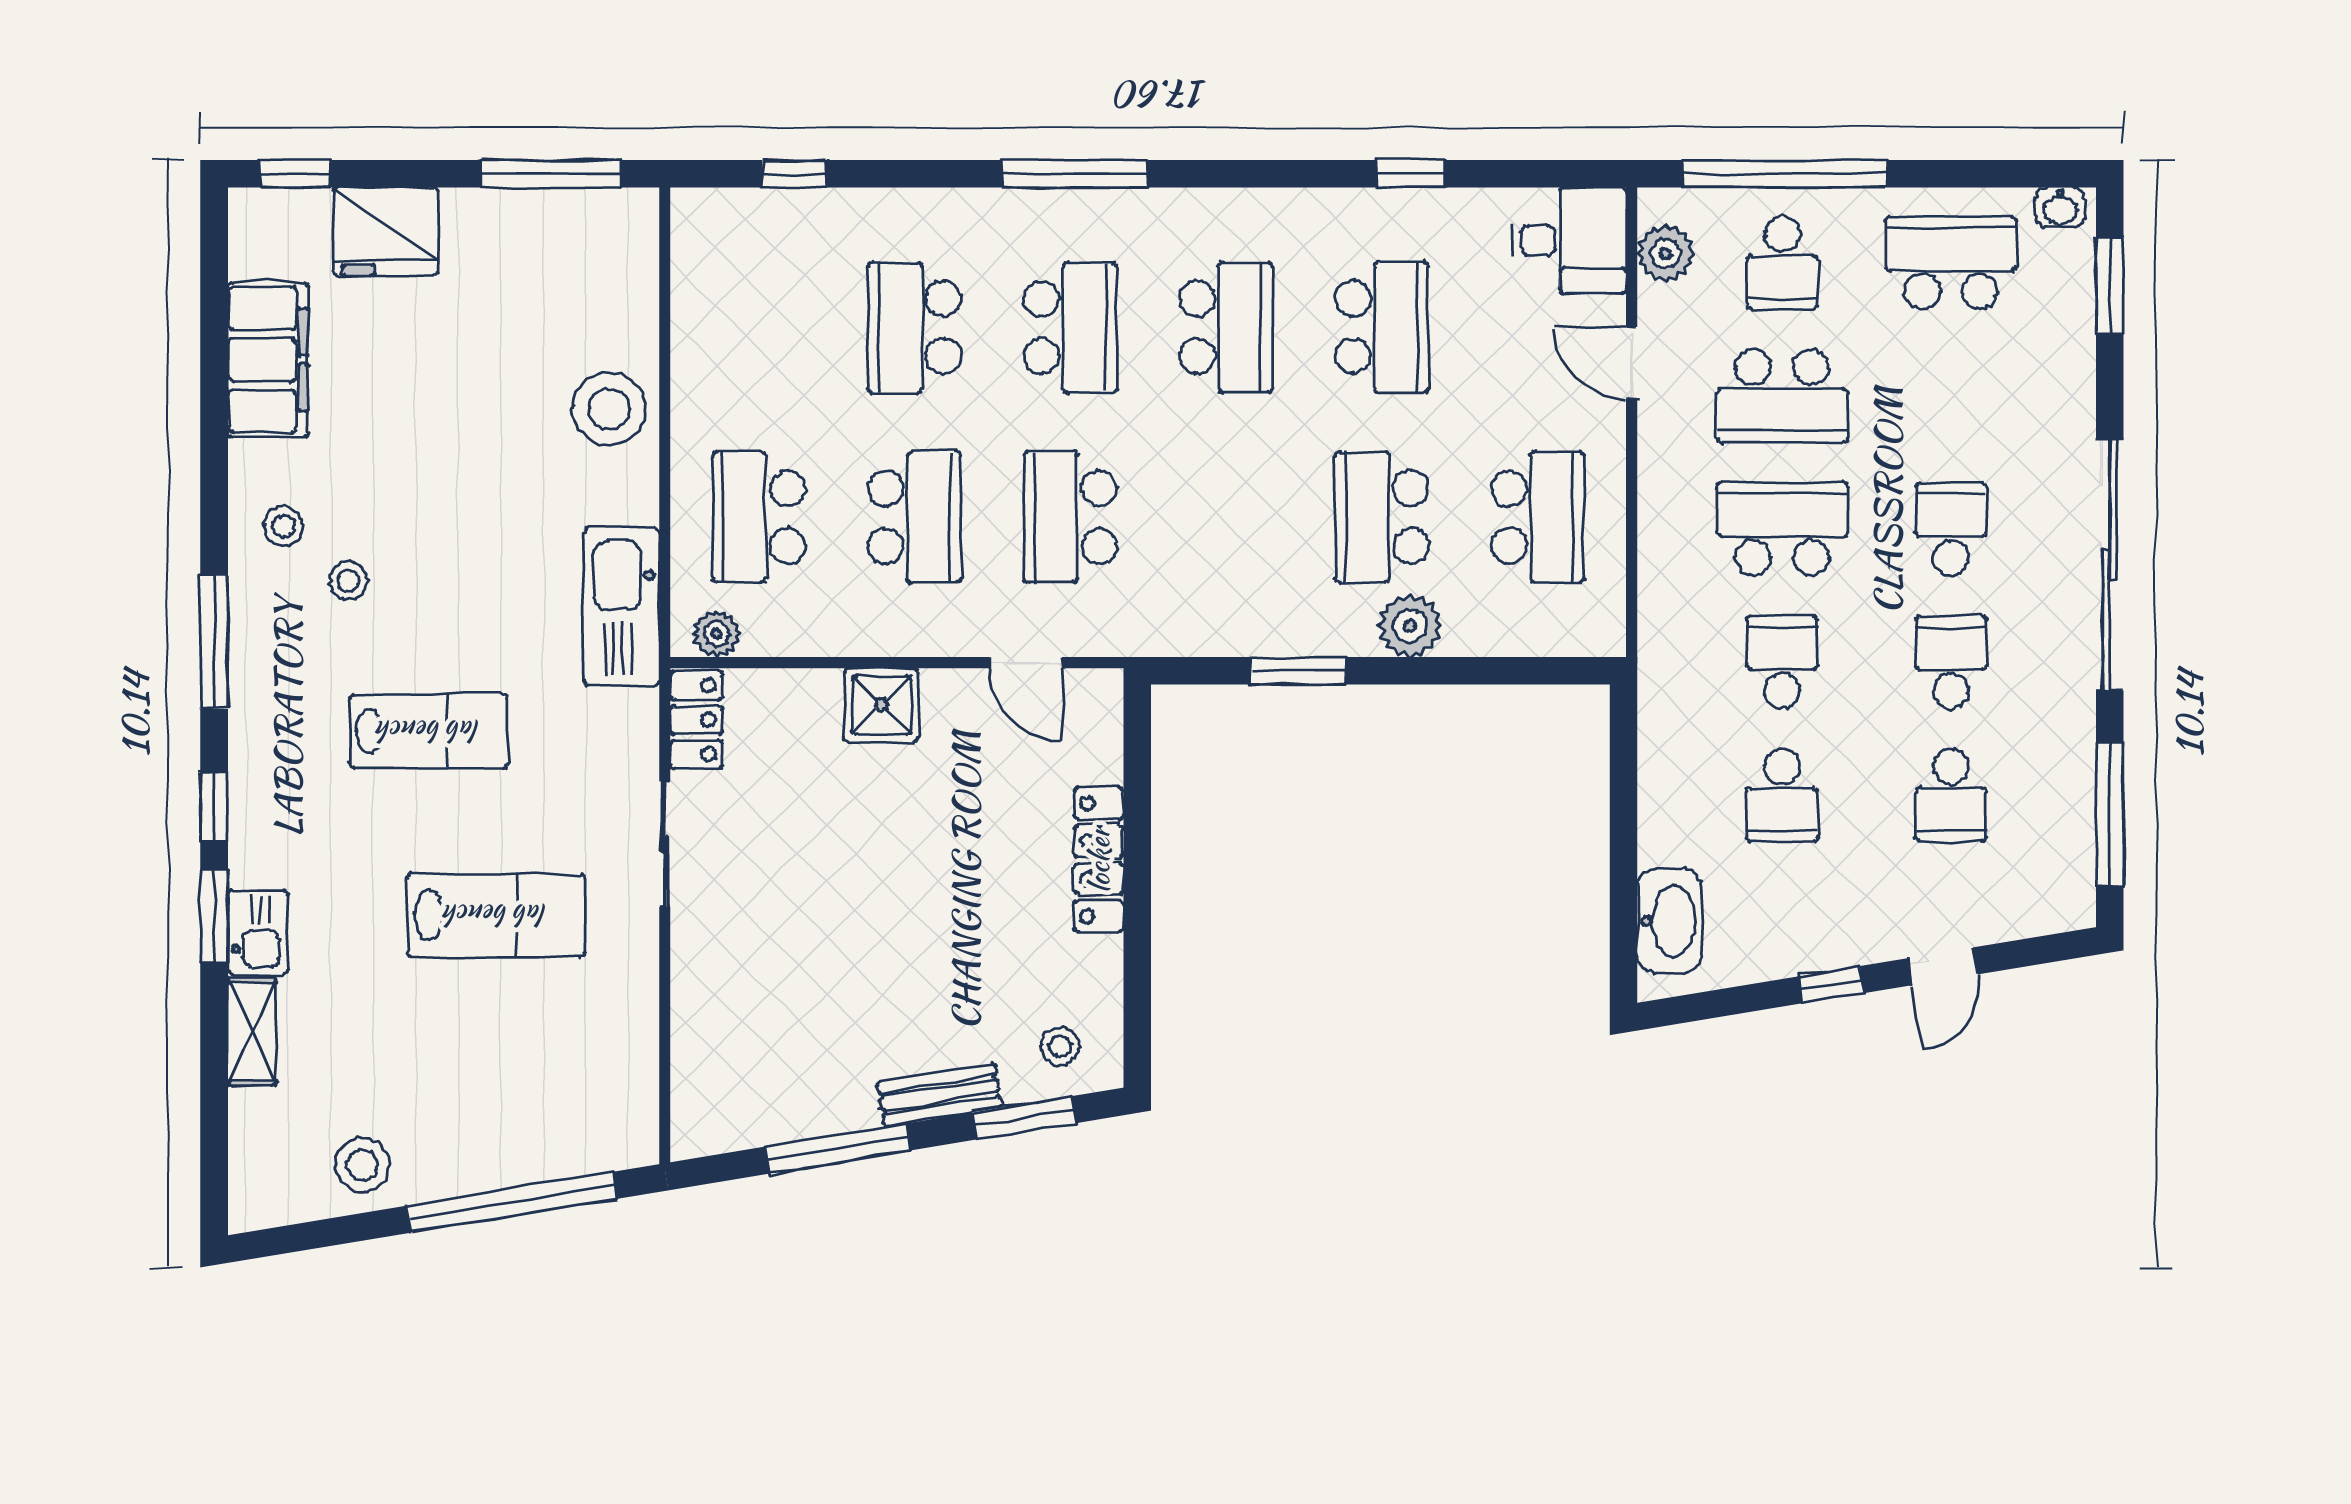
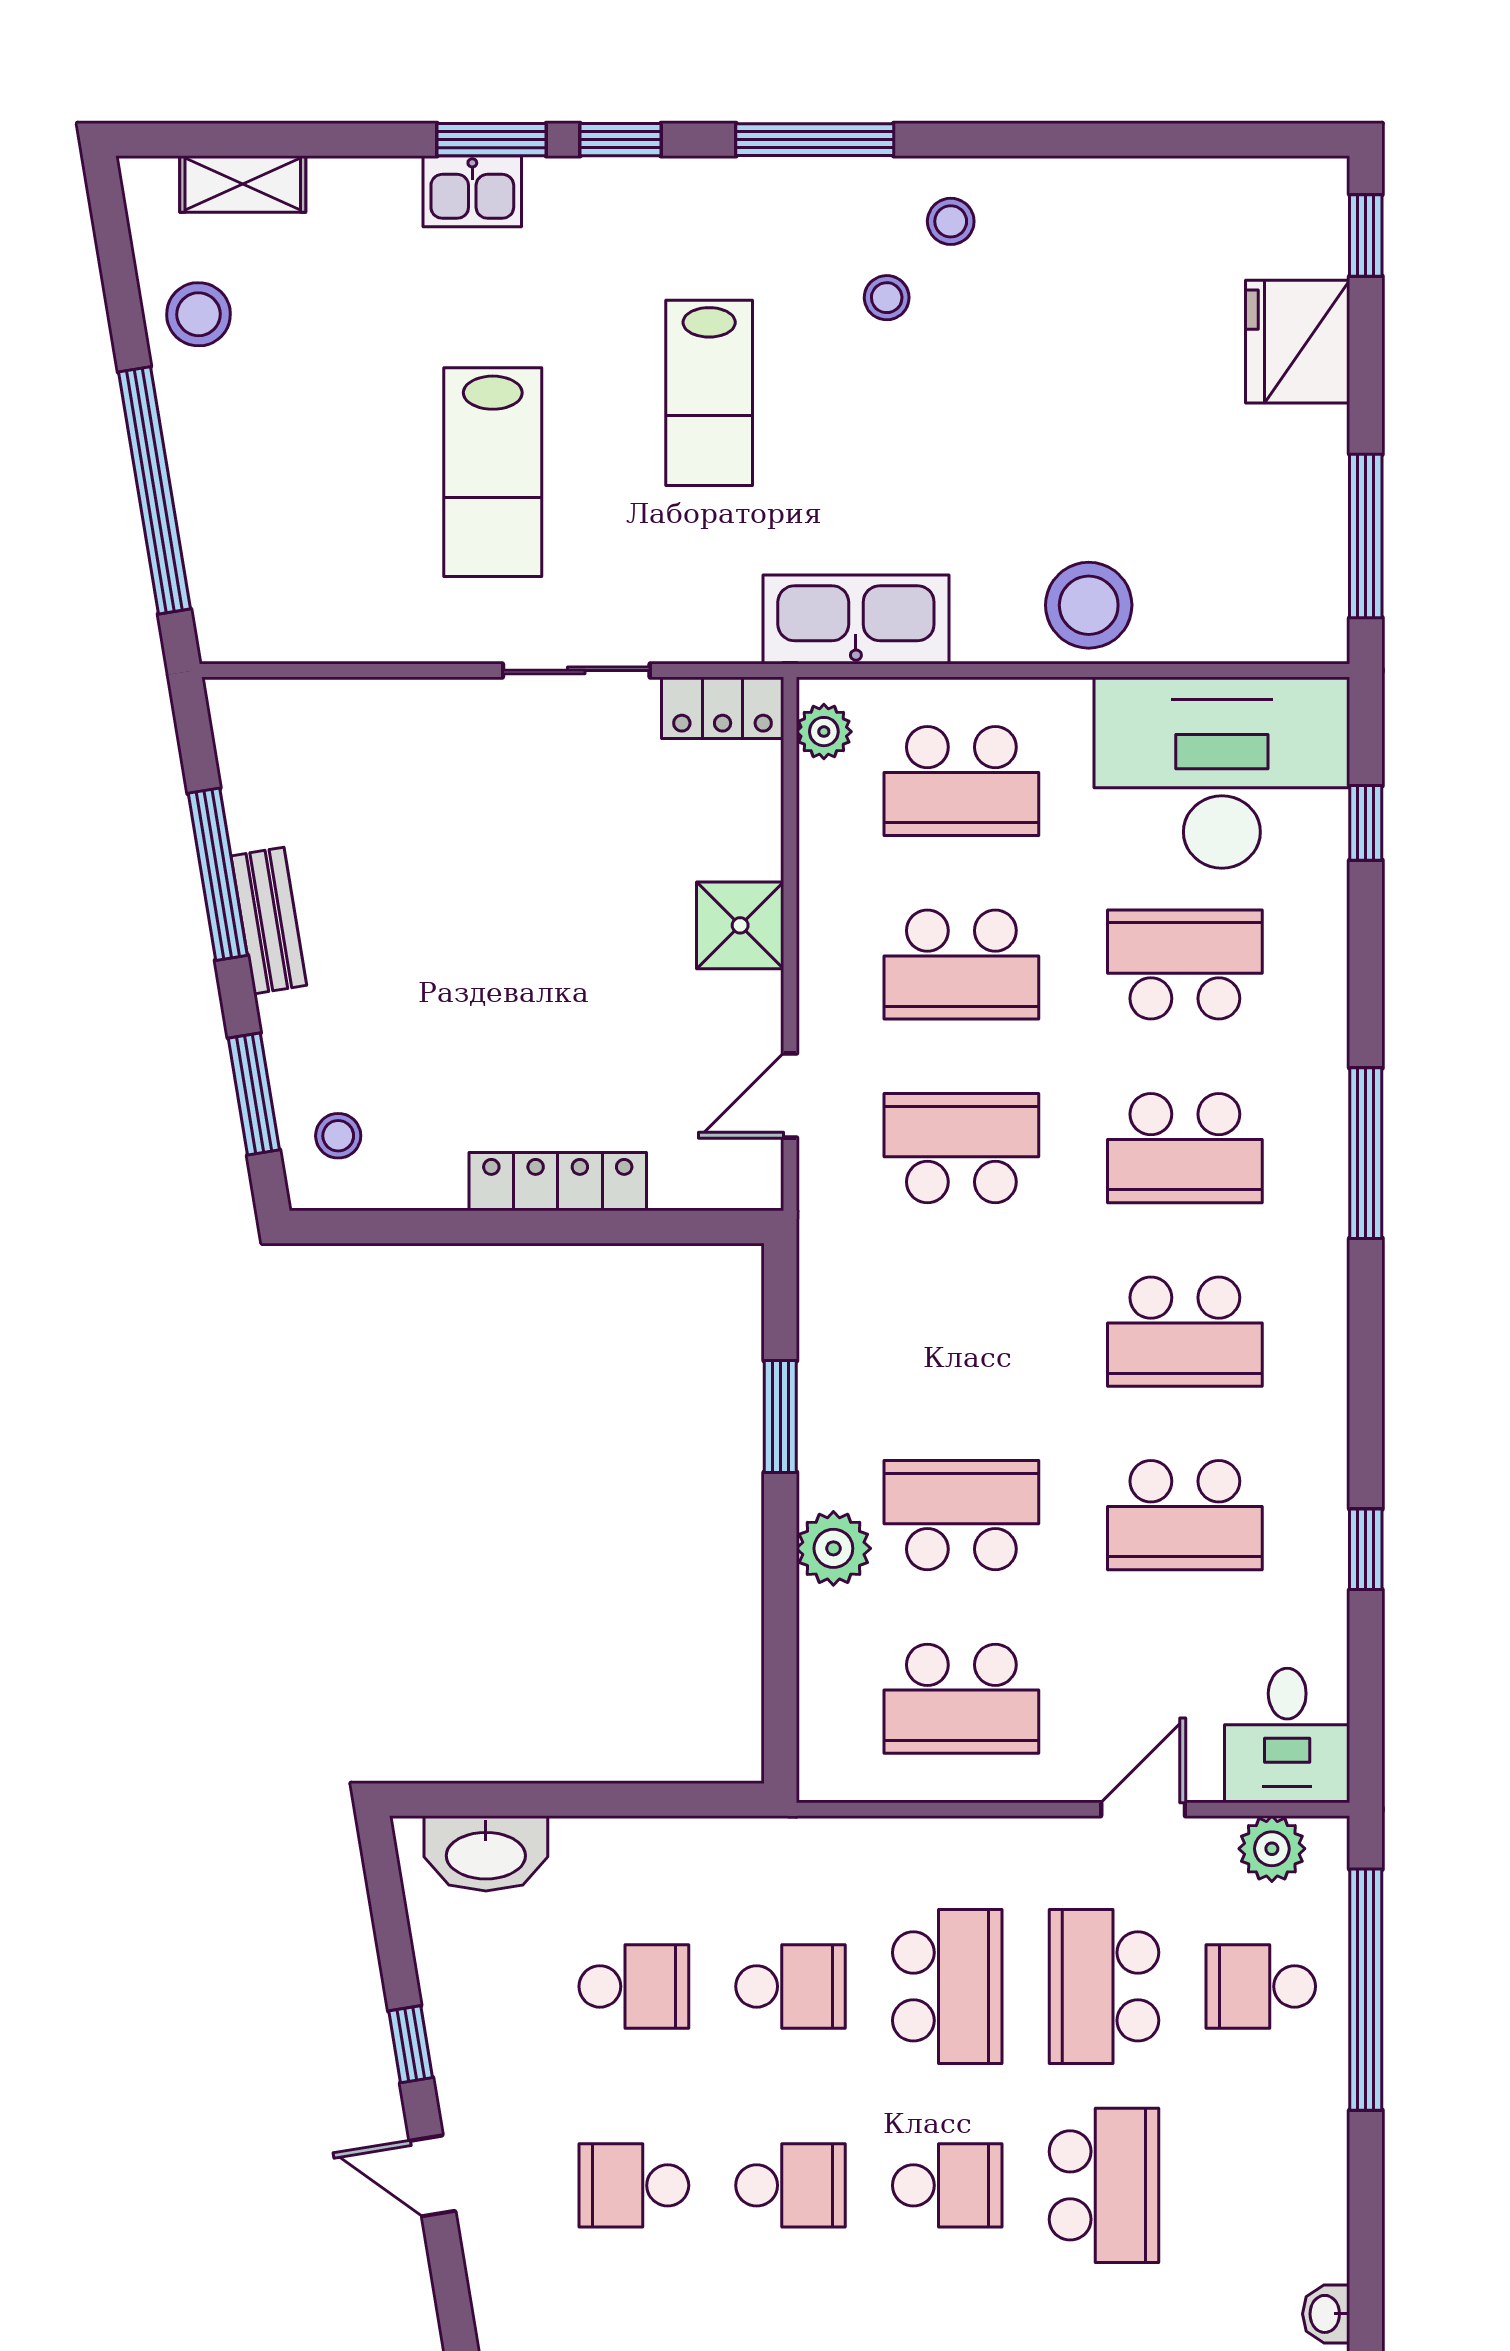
school desk: (1951, 263) -> (1104, 2185), moved
desk: (752, 296) -> (1222, 773), added
filing cabinet: (268, 360) -> (1147, 203), removed
school desk: (759, 517) -> (961, 781), turned 180
school desk: (1782, 795) -> (634, 1986), turned 180
shelving: (252, 1032) -> (243, 184), moved
bench: (940, 1095) -> (269, 921), moved

